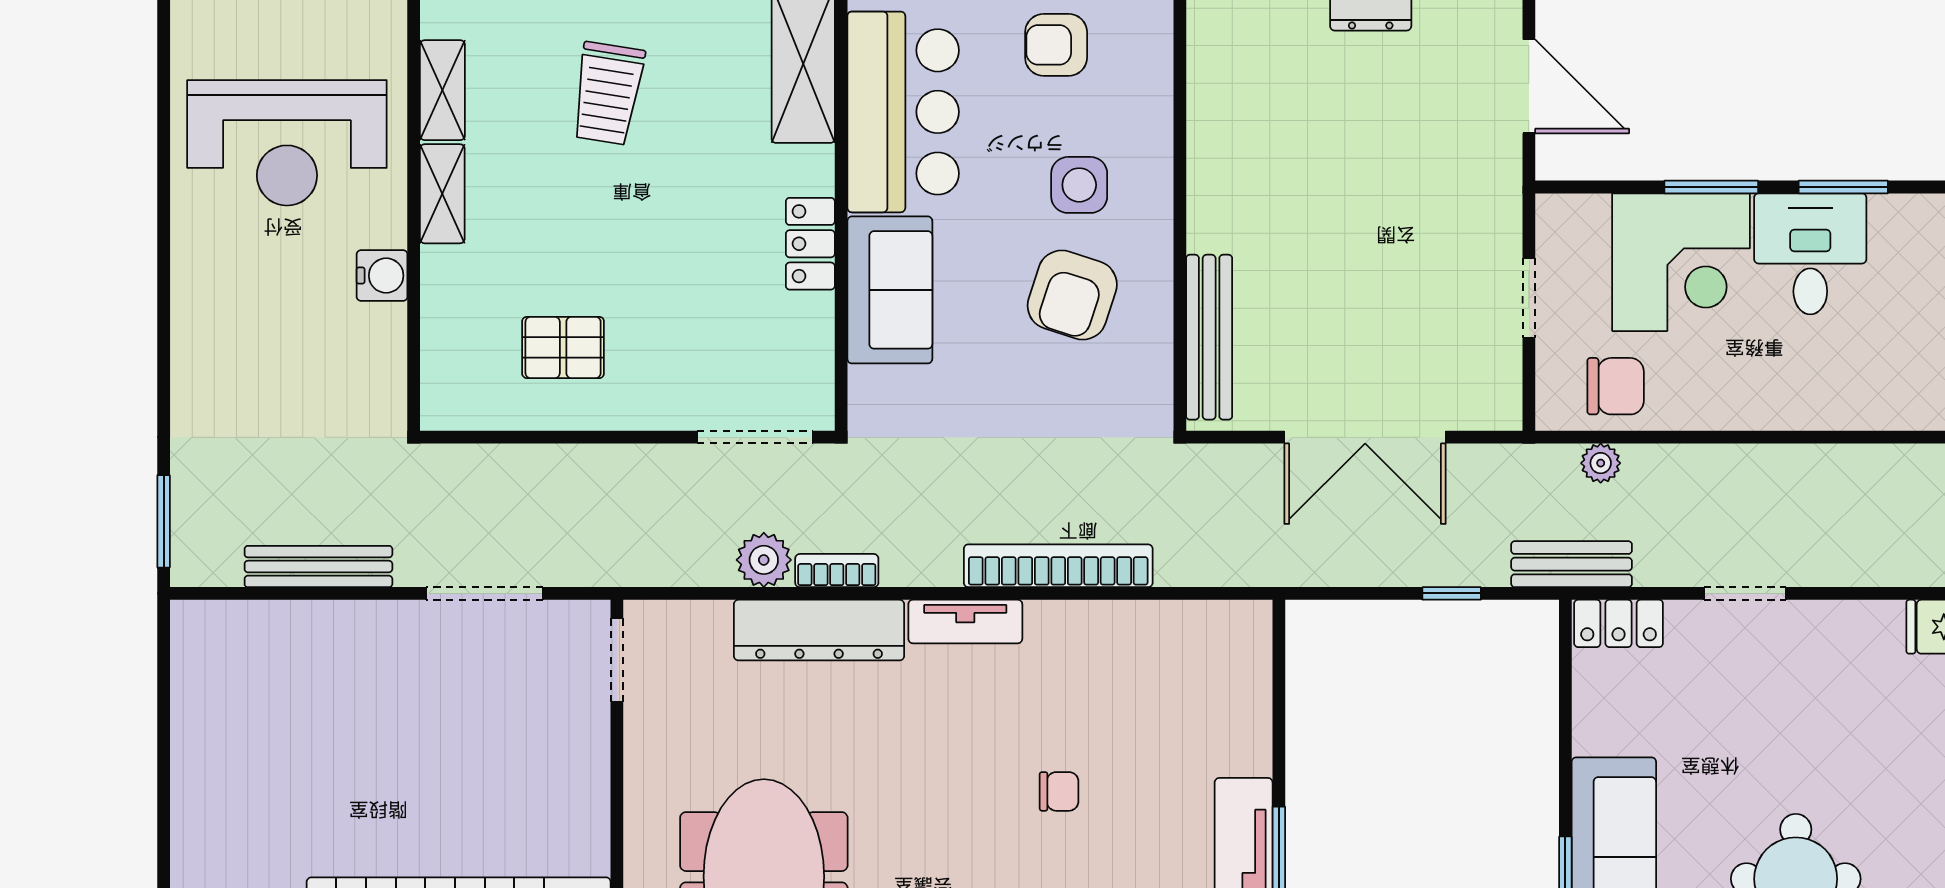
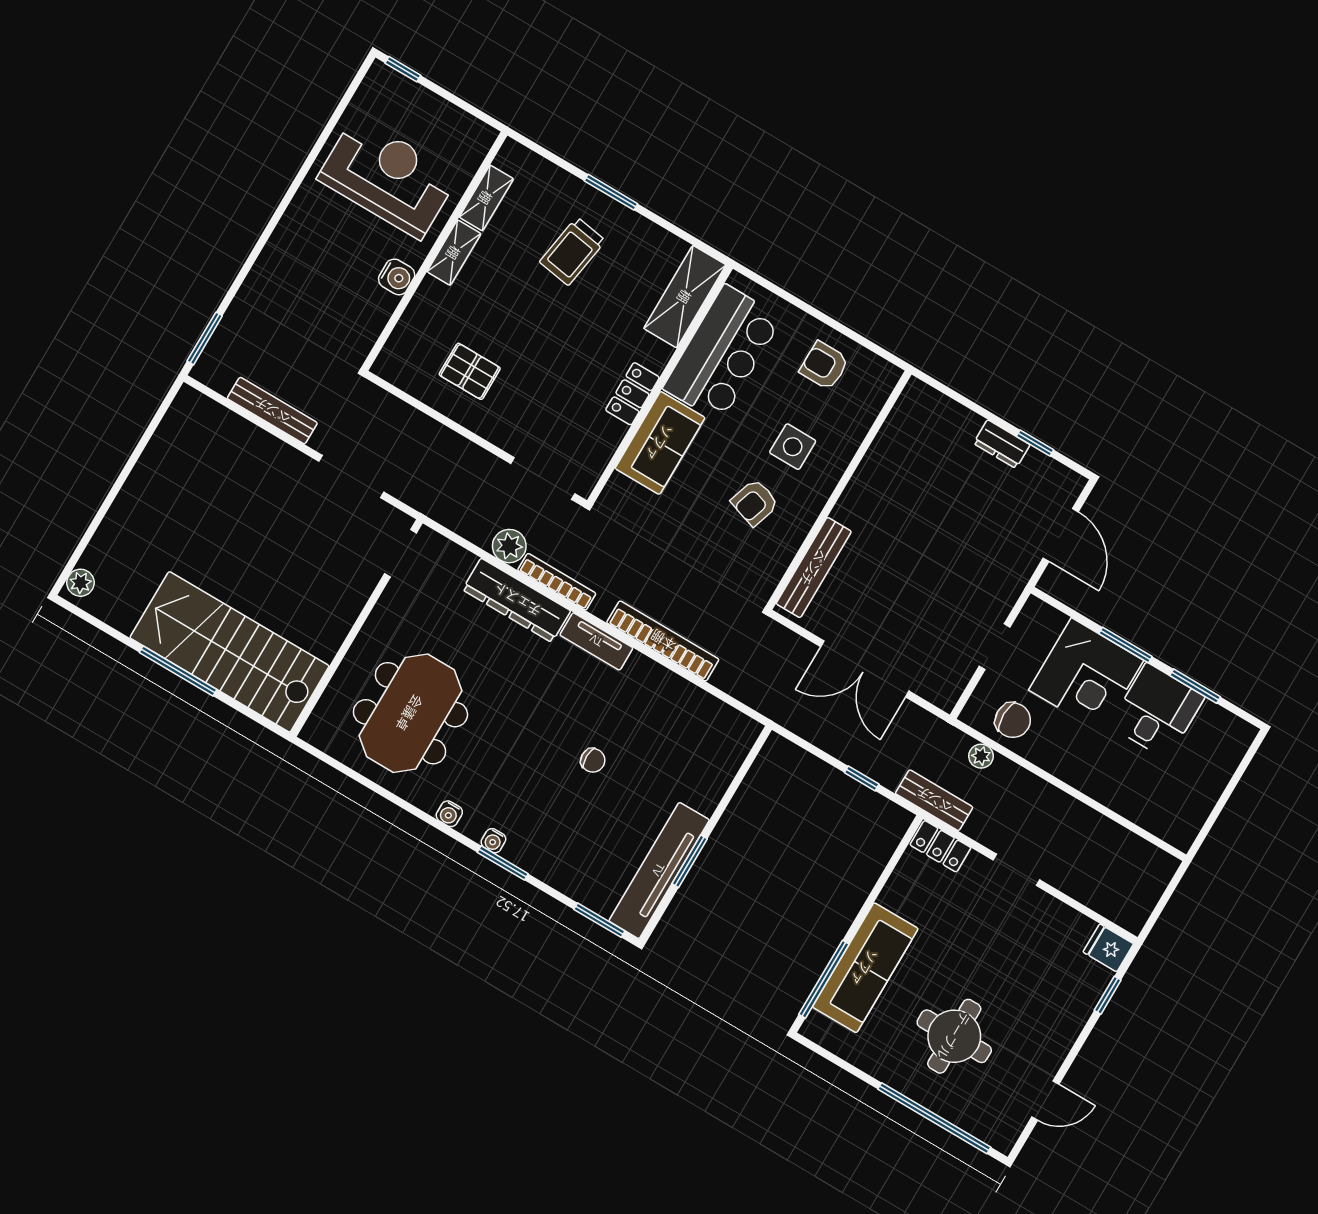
reception desk: (287, 143) -> (388, 177), turned 180
armchair: (1072, 295) -> (755, 503), width x0.72, depth x0.72
bookcase: (837, 571) -> (557, 582), width x1.56

